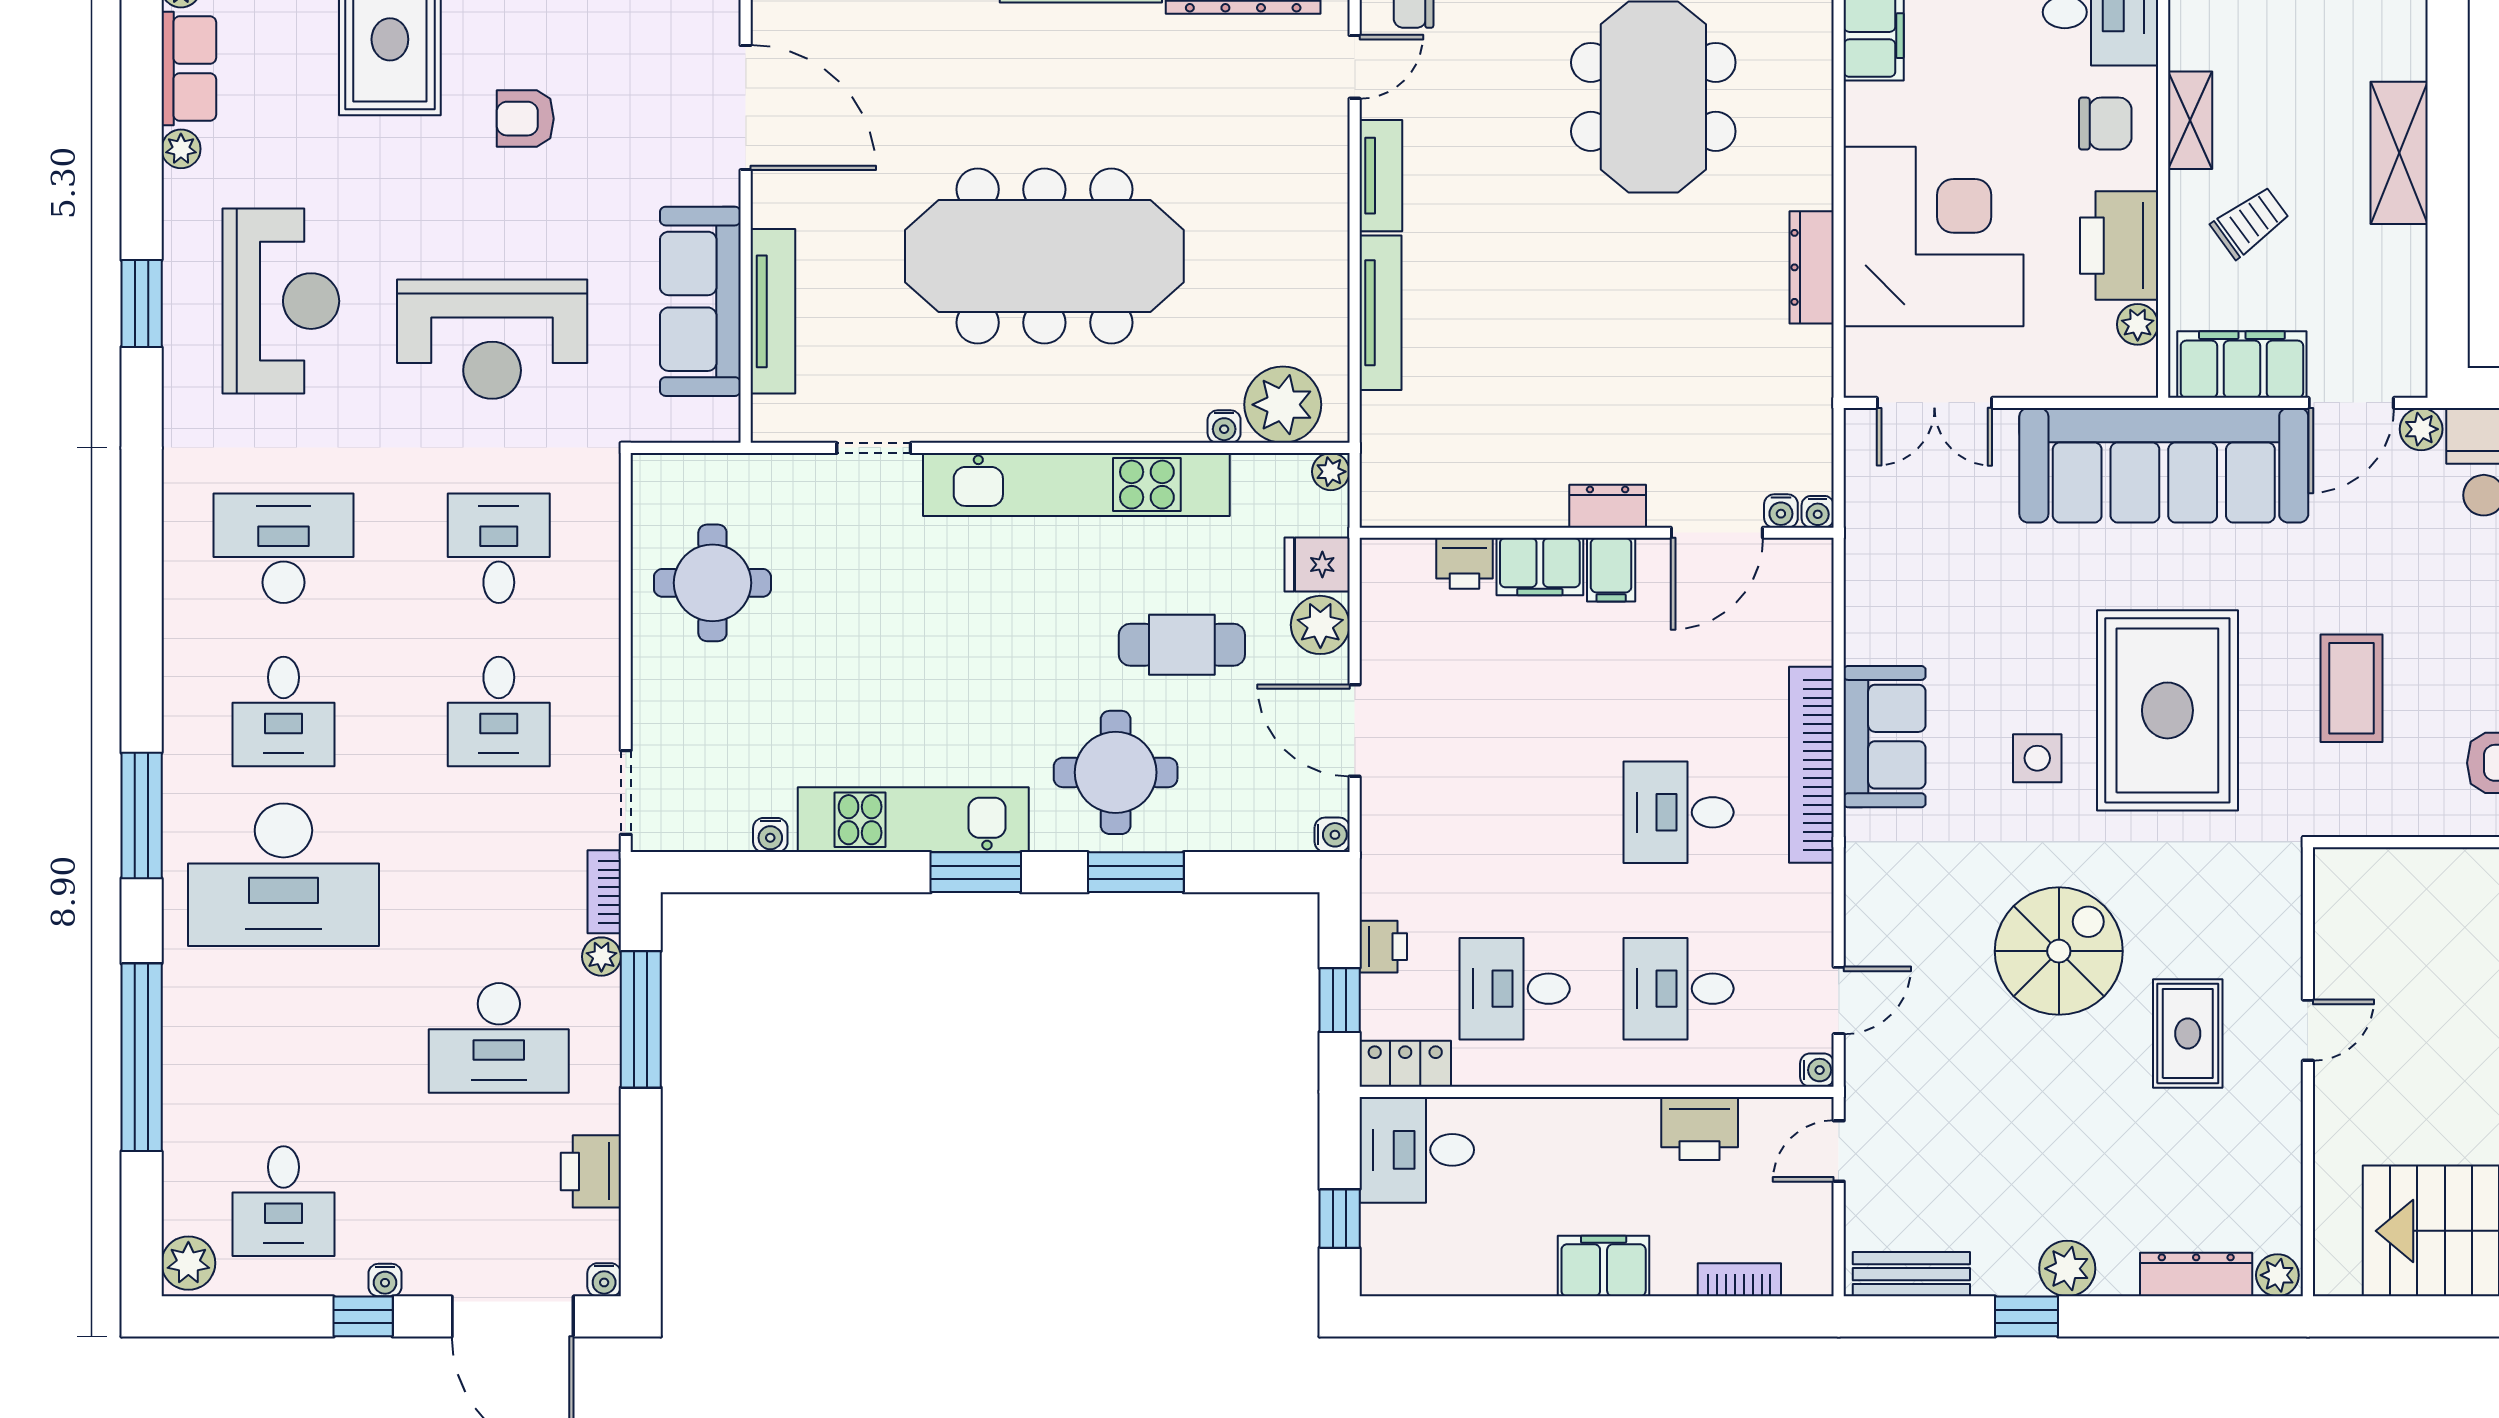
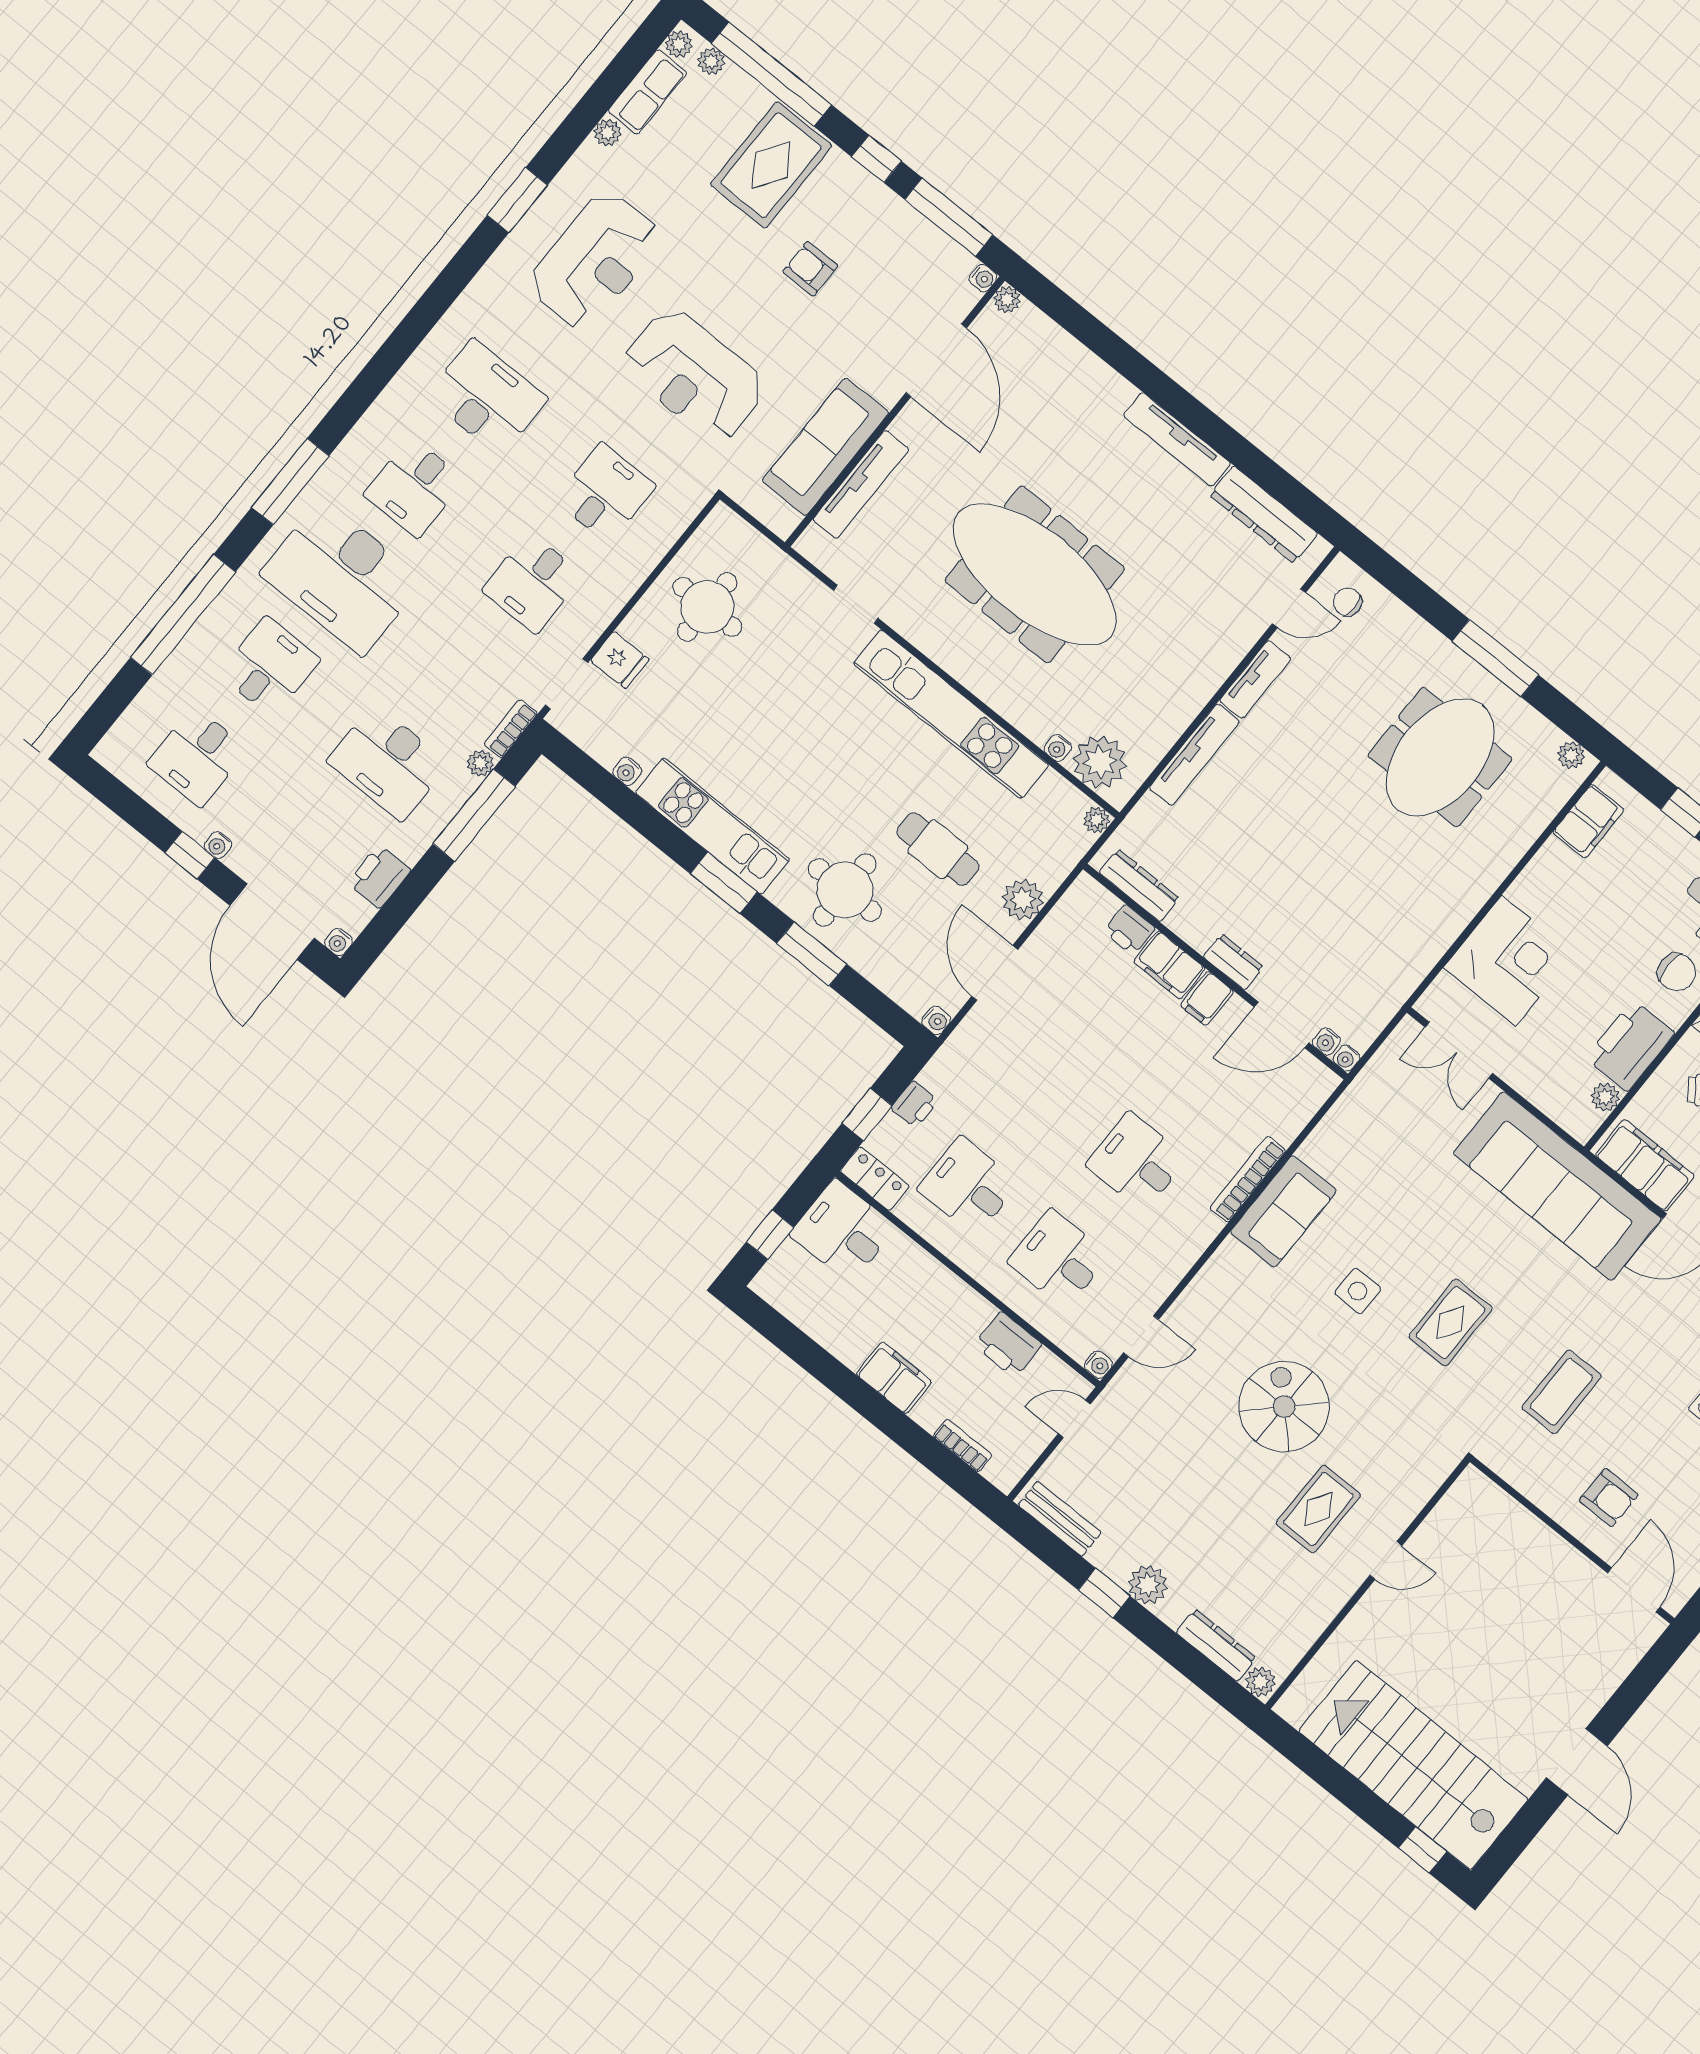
corner desk: (1934, 236) -> (1509, 961), width x0.74, depth x0.74
dresser: (1812, 267) -> (1139, 885), moved, turned 90
fridge: (1317, 565) -> (620, 660), moved, turned 180
rug: (2167, 710) -> (1451, 1322), width x0.54, depth x0.49
bookcase: (1811, 765) -> (1248, 1179), width x0.68, depth x0.76
spiral stairs: (2059, 951) -> (1284, 1407), turned -90
desk: (283, 1038) -> (270, 667), added
plant: (188, 1263) -> (117, 748), removed

